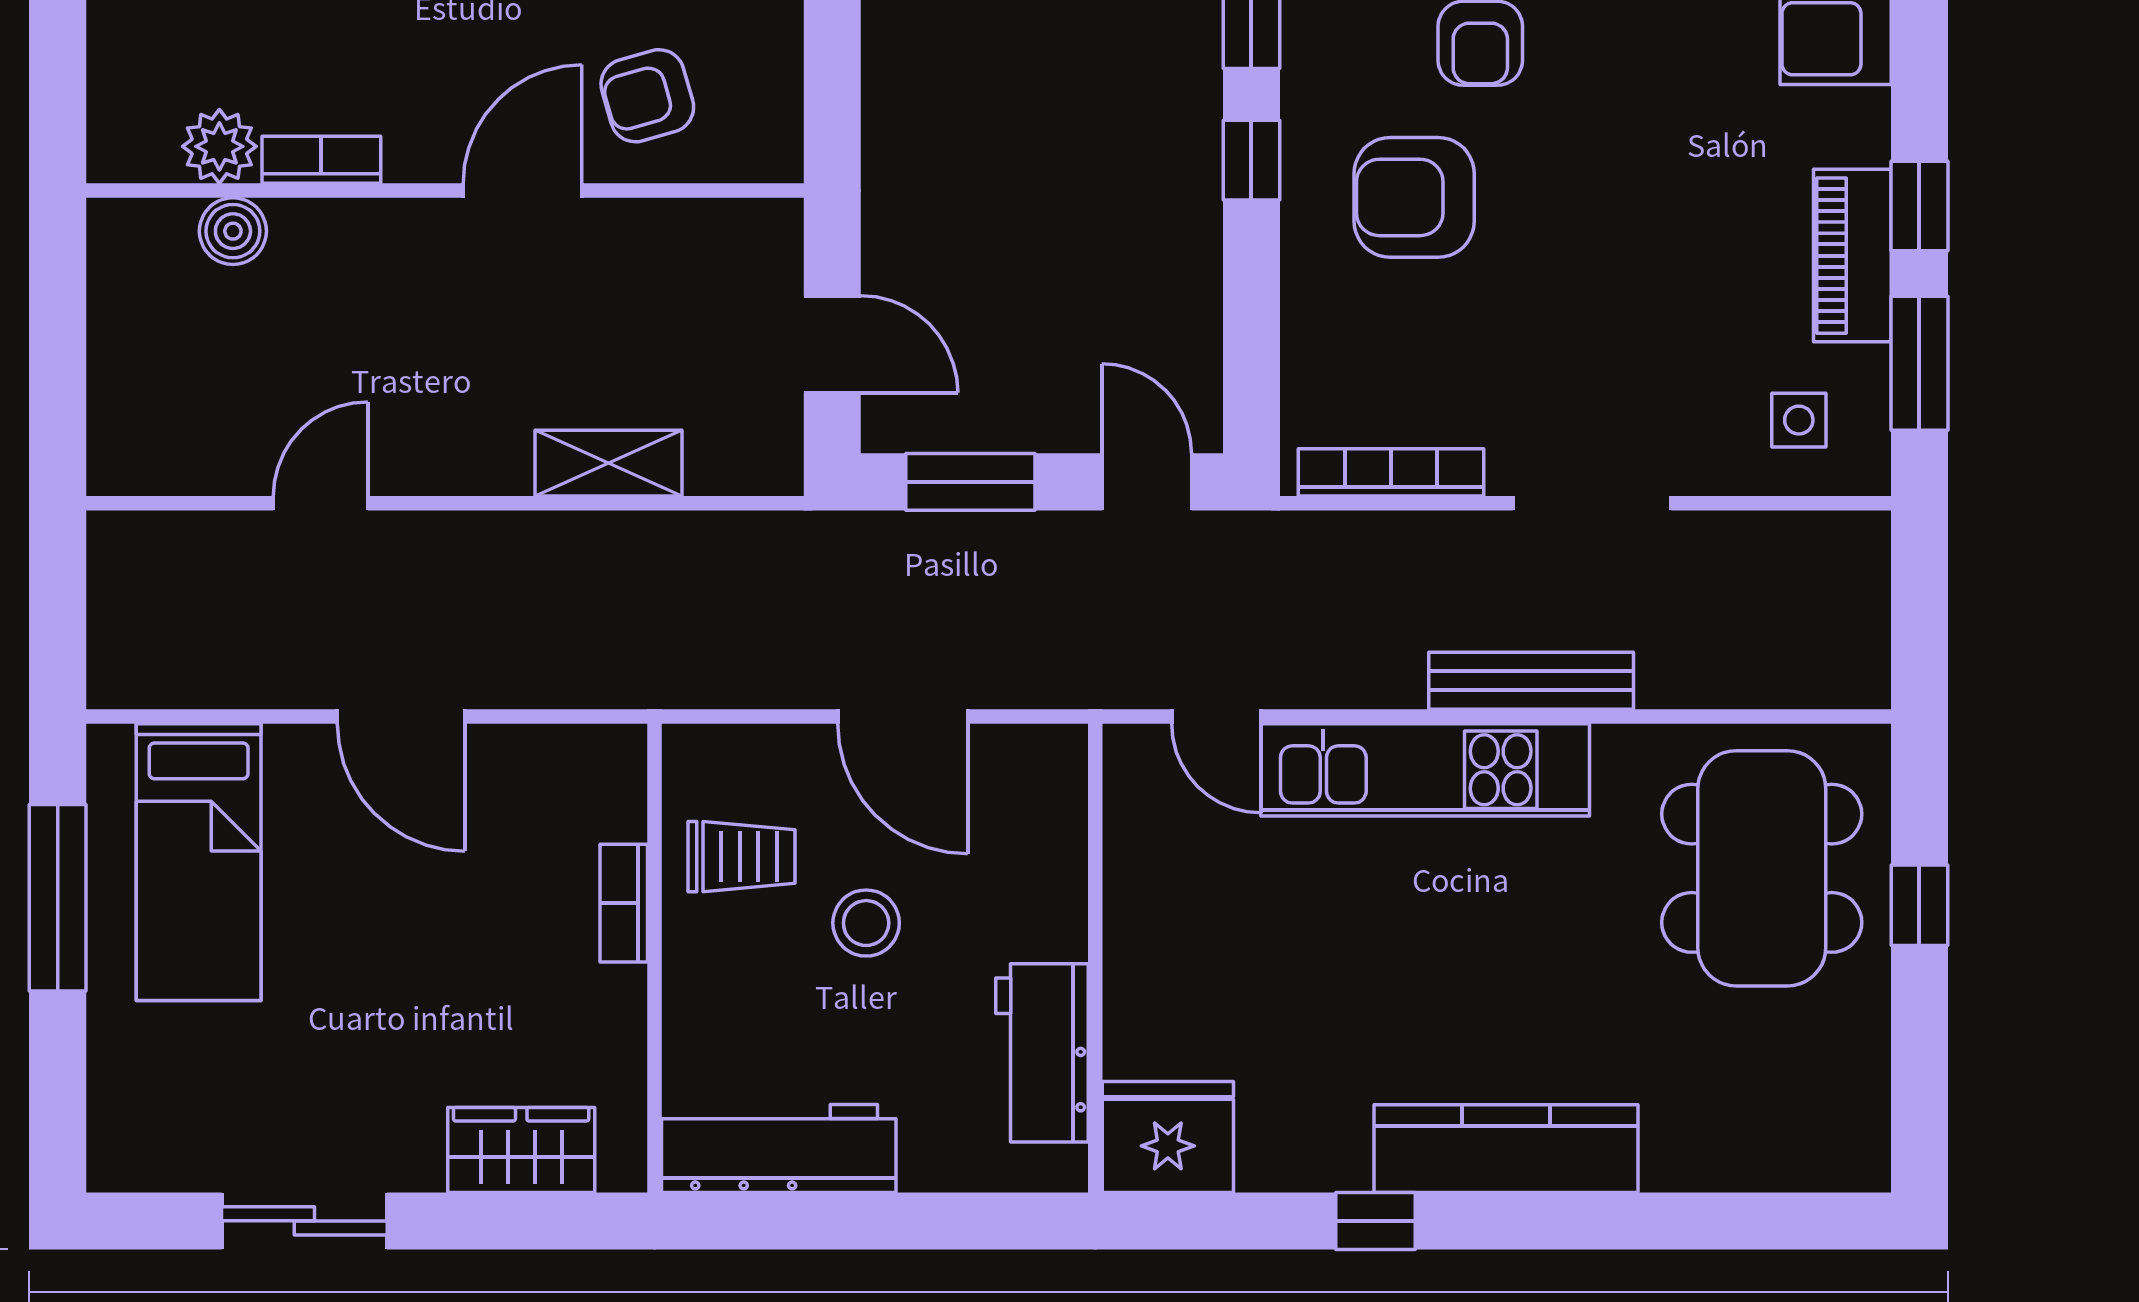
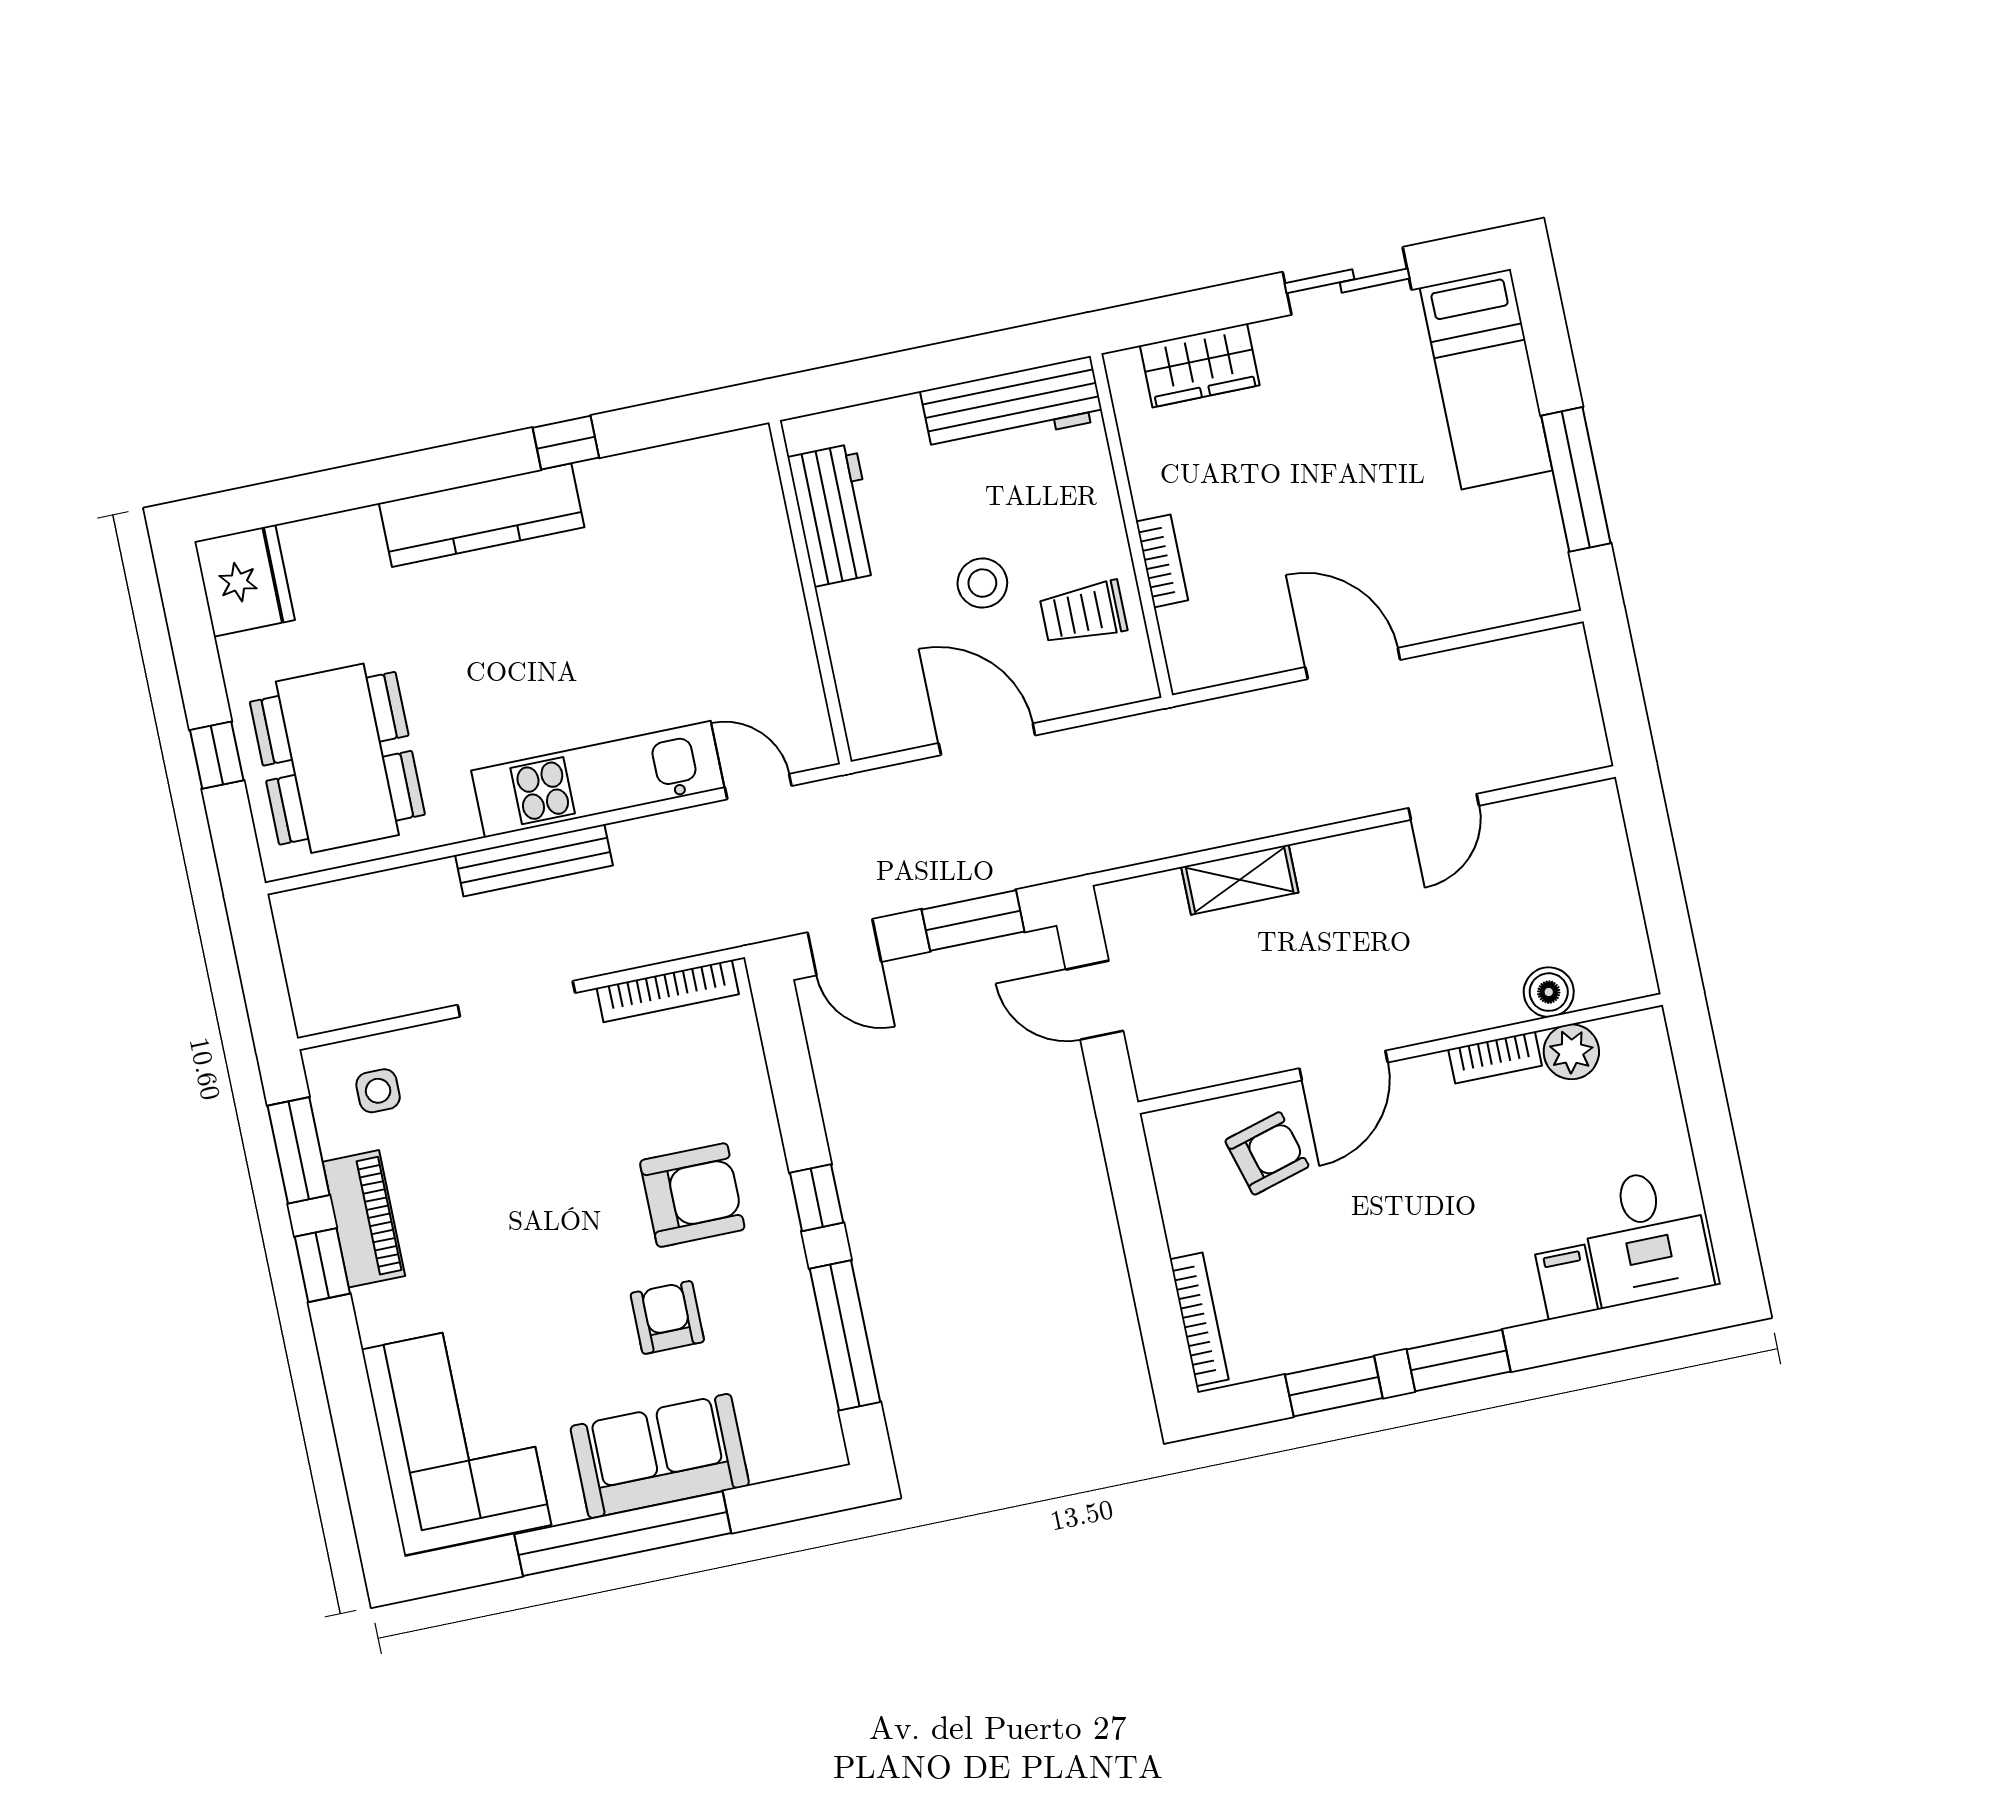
bed: (199, 862) -> (1486, 379), moved, turned 180
fridge: (1168, 1137) -> (245, 581), moved, turned -90

